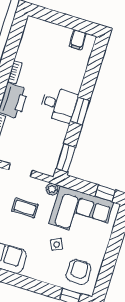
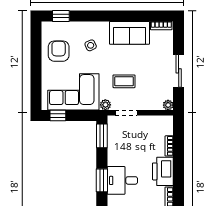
doorway: (20, 170) -> (126, 113), moved
side table: (57, 244) -> (91, 45), moved
armchair: (79, 272) -> (59, 51), moved, turned 180

